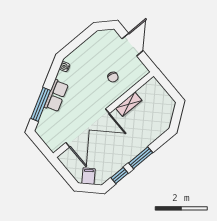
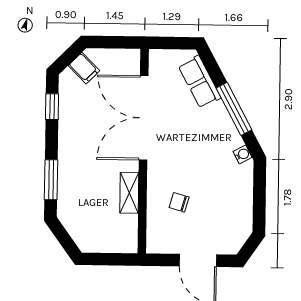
row of seats: (56, 96) -> (200, 82), moved
window: (41, 104) -> (234, 109), moved
window: (141, 158) -> (51, 180), moved

